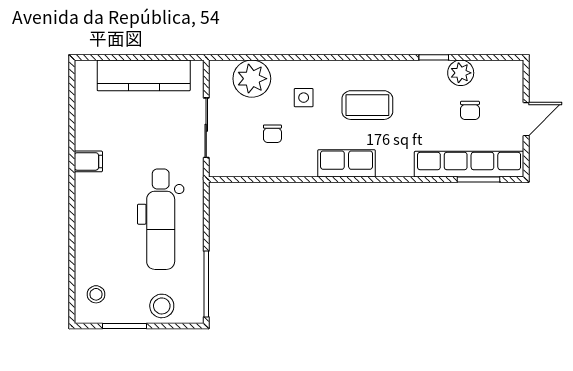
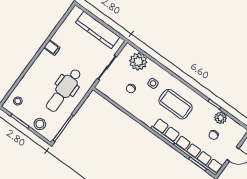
coffee table: (367, 105) -> (176, 104), width x1.36, depth x1.32
row of seats: (346, 163) -> (166, 131), moved

